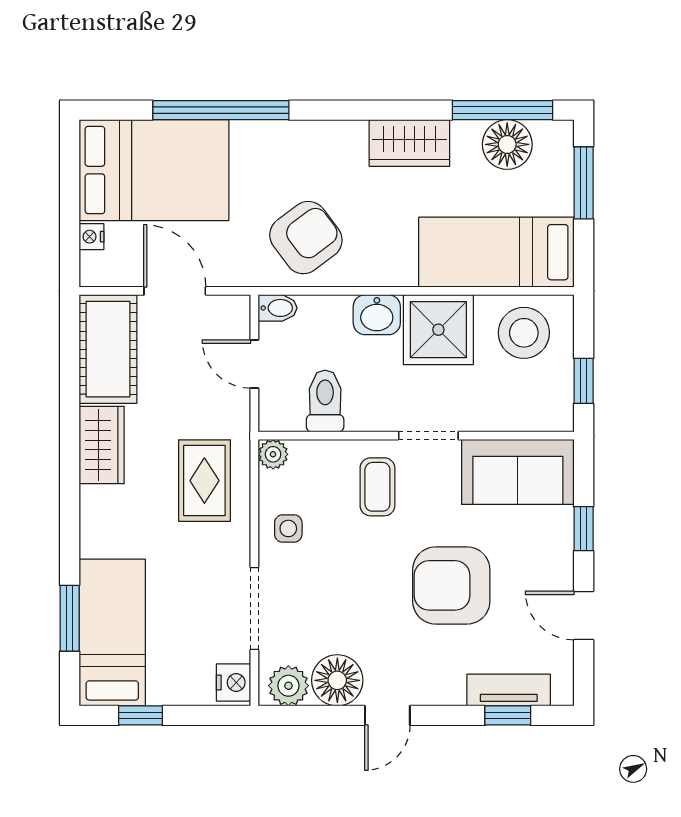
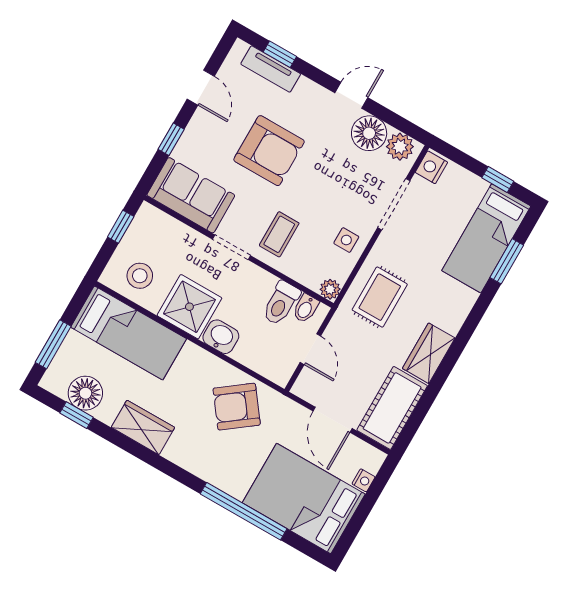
window: (502, 110) -> (76, 415), width x0.46
bidet: (278, 308) -> (306, 308), moved, turned -90
stool: (524, 333) -> (140, 276), width x0.73, depth x0.73

